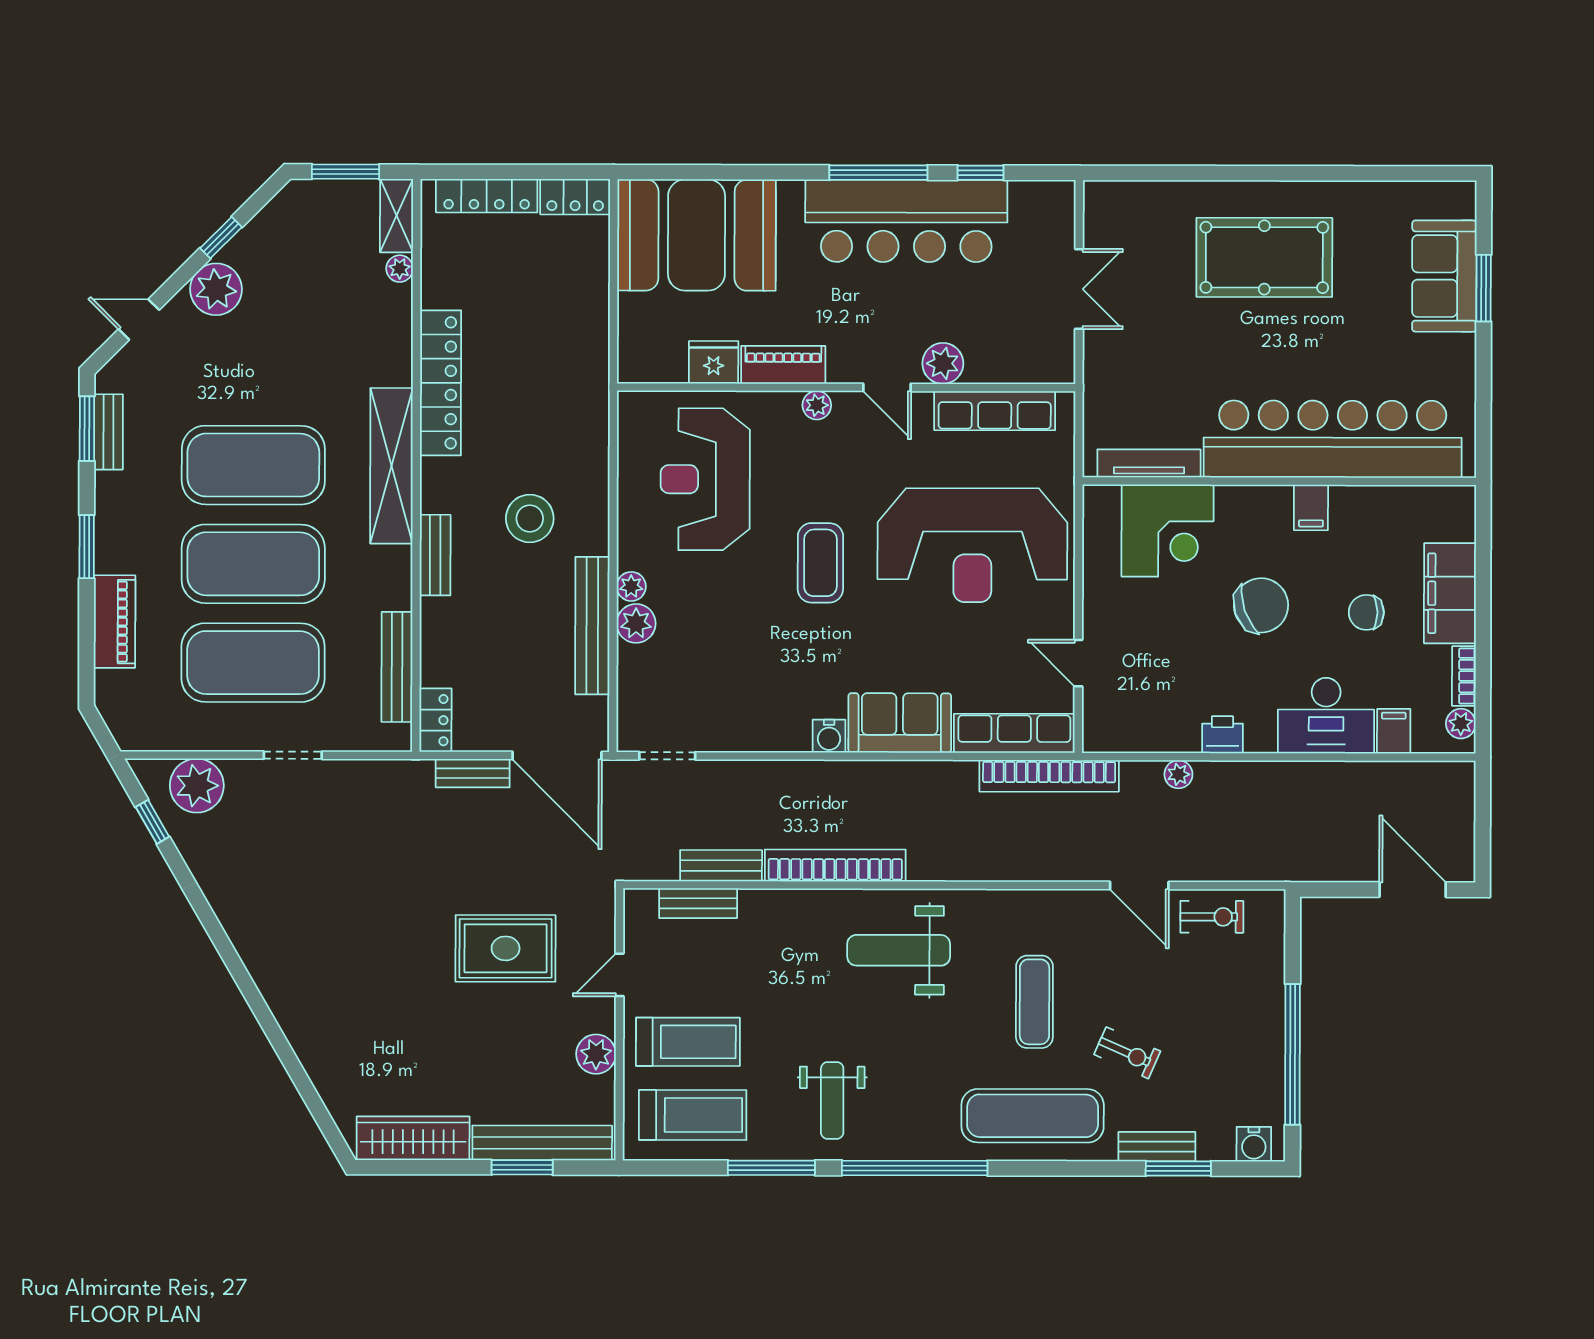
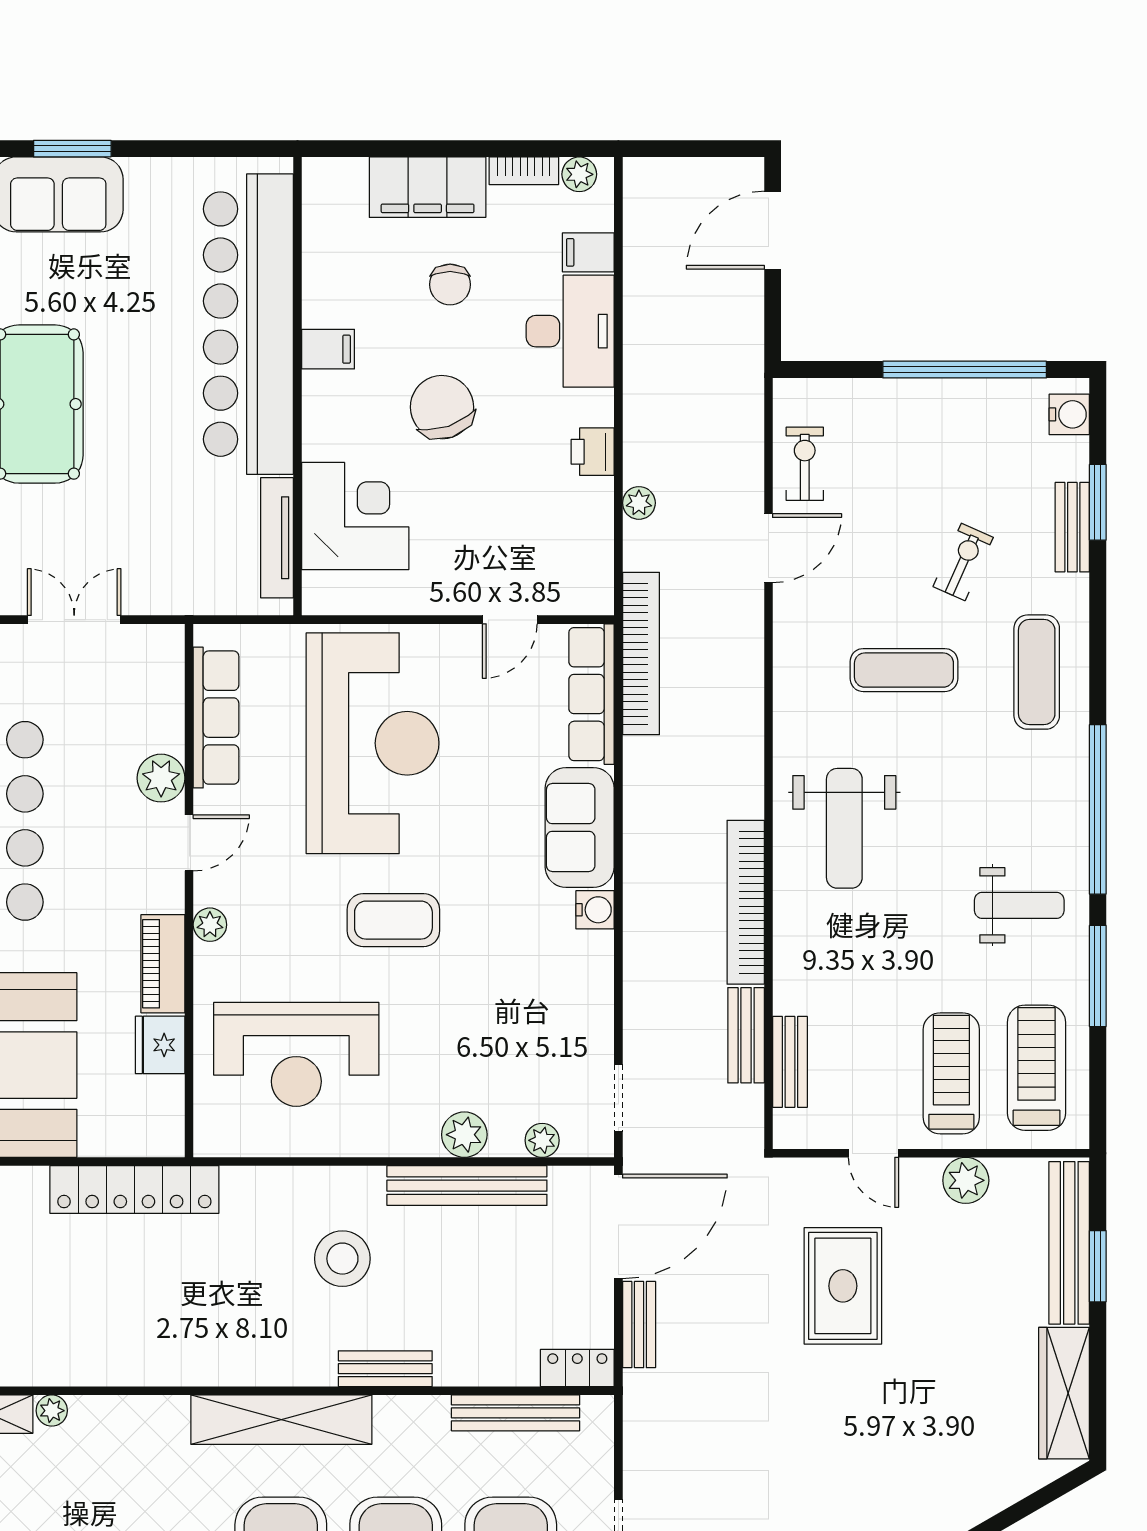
locker: (441, 383) -> (134, 1190), moved, turned 180
plant: (631, 586) -> (542, 1140), moved
exercise mat: (1033, 1116) -> (1037, 672), width x0.73, depth x0.69

